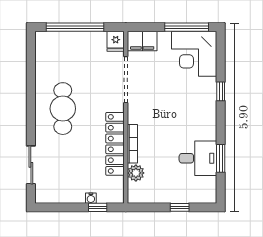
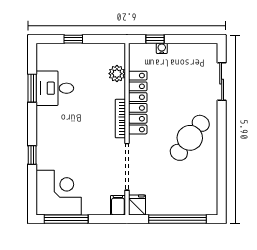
filing cabinet: (142, 41) -> (118, 205), width x0.50
cafe table: (63, 109) -> (190, 138), turned 37
bookcase: (132, 144) -> (120, 119), moved

